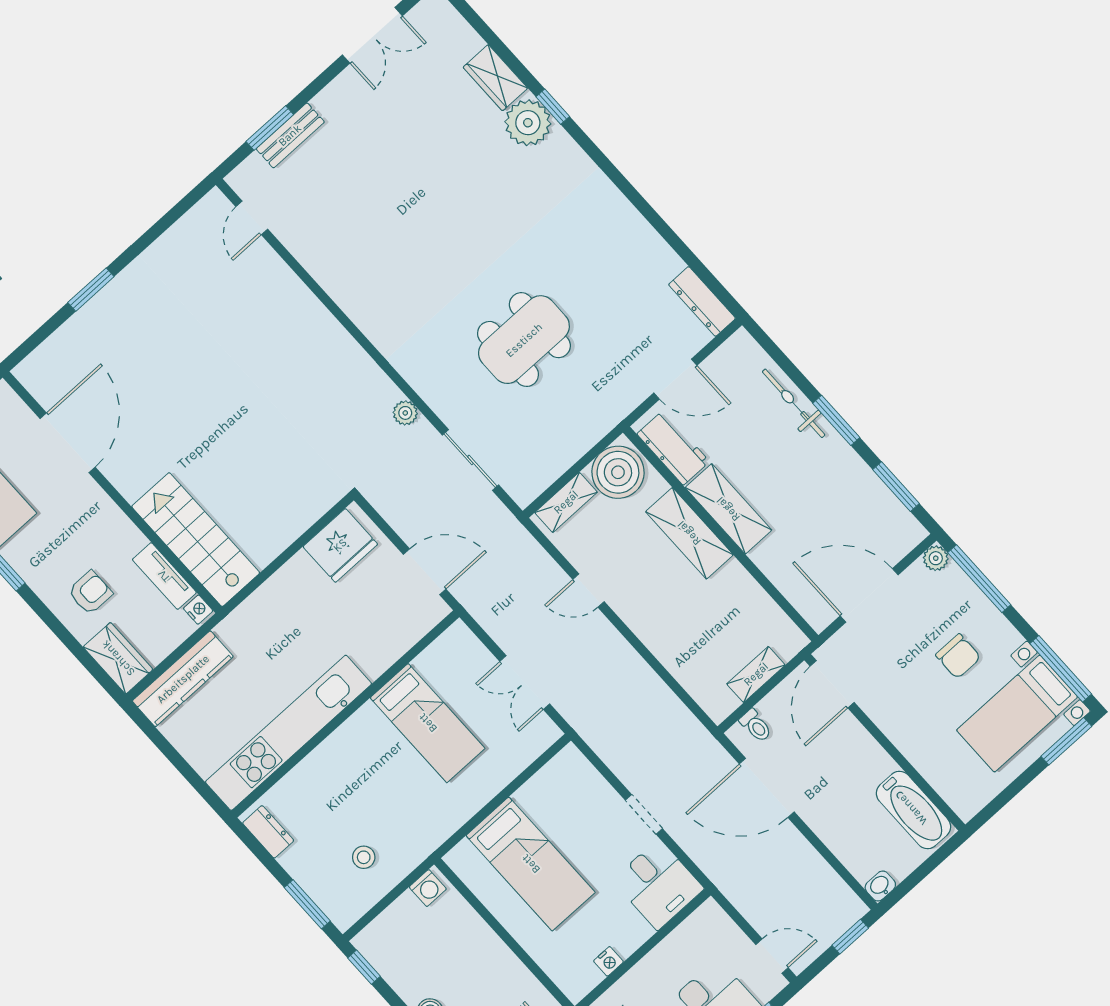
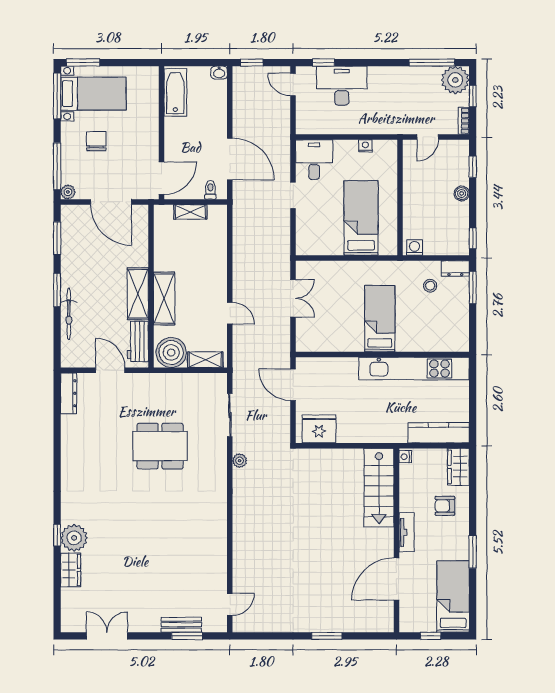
tv unit: (164, 576) -> (407, 532), moved
bed: (428, 723) -> (380, 319), moved
dresser: (268, 832) -> (455, 268), moved, turned -90

